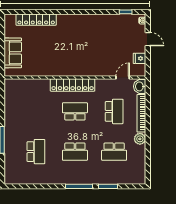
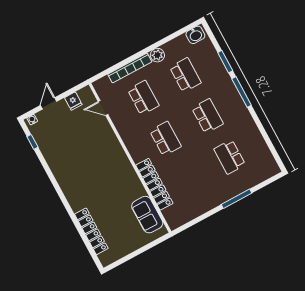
sofa: (13, 53) -> (147, 215), moved, turned -90
locker: (73, 85) -> (154, 184), moved
washbasin: (140, 86) -> (195, 35), moved
school desk: (75, 111) -> (165, 139), turned 180
school desk: (114, 111) -> (143, 98), turned 90
school desk: (36, 152) -> (230, 157), turned -90

